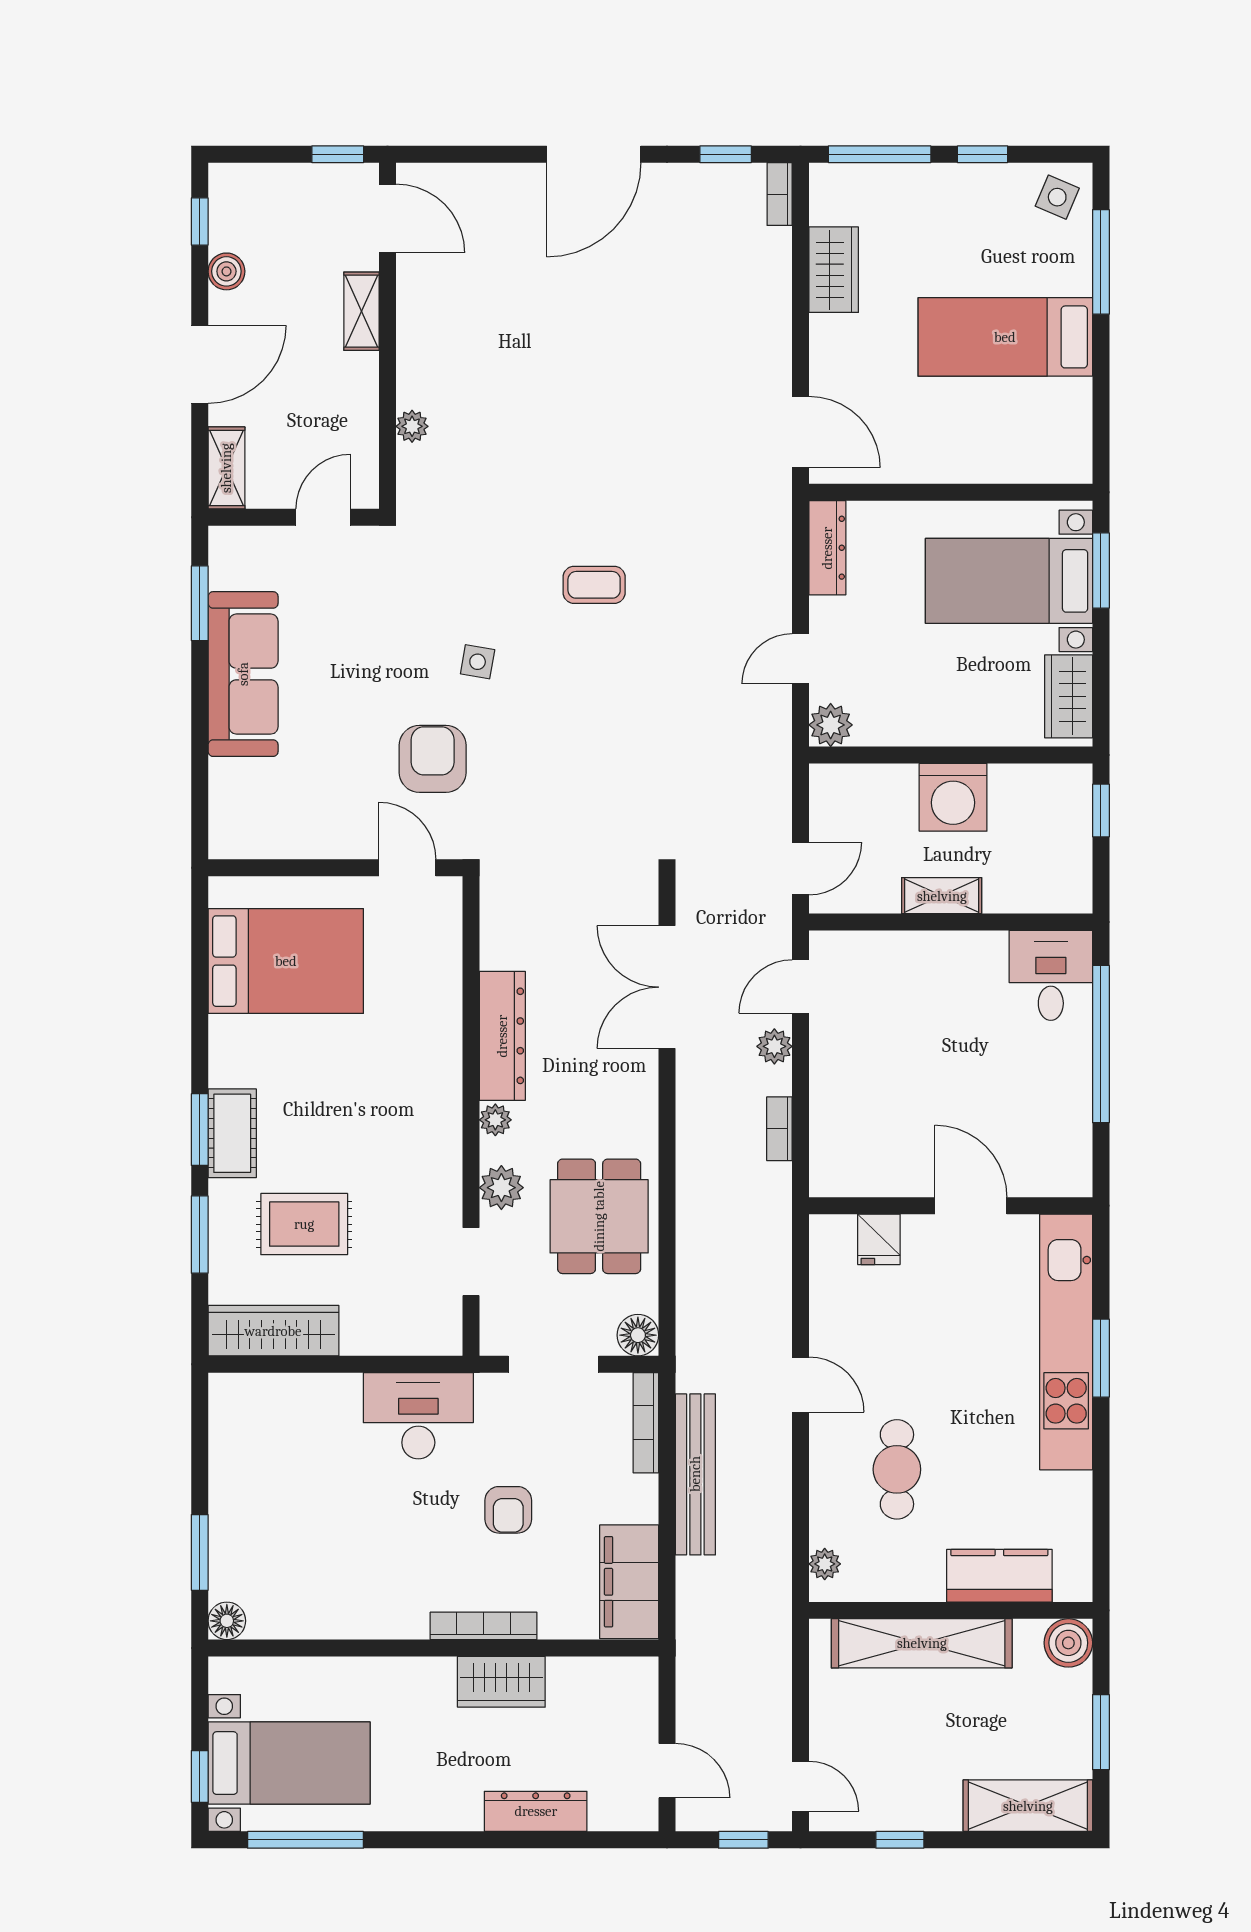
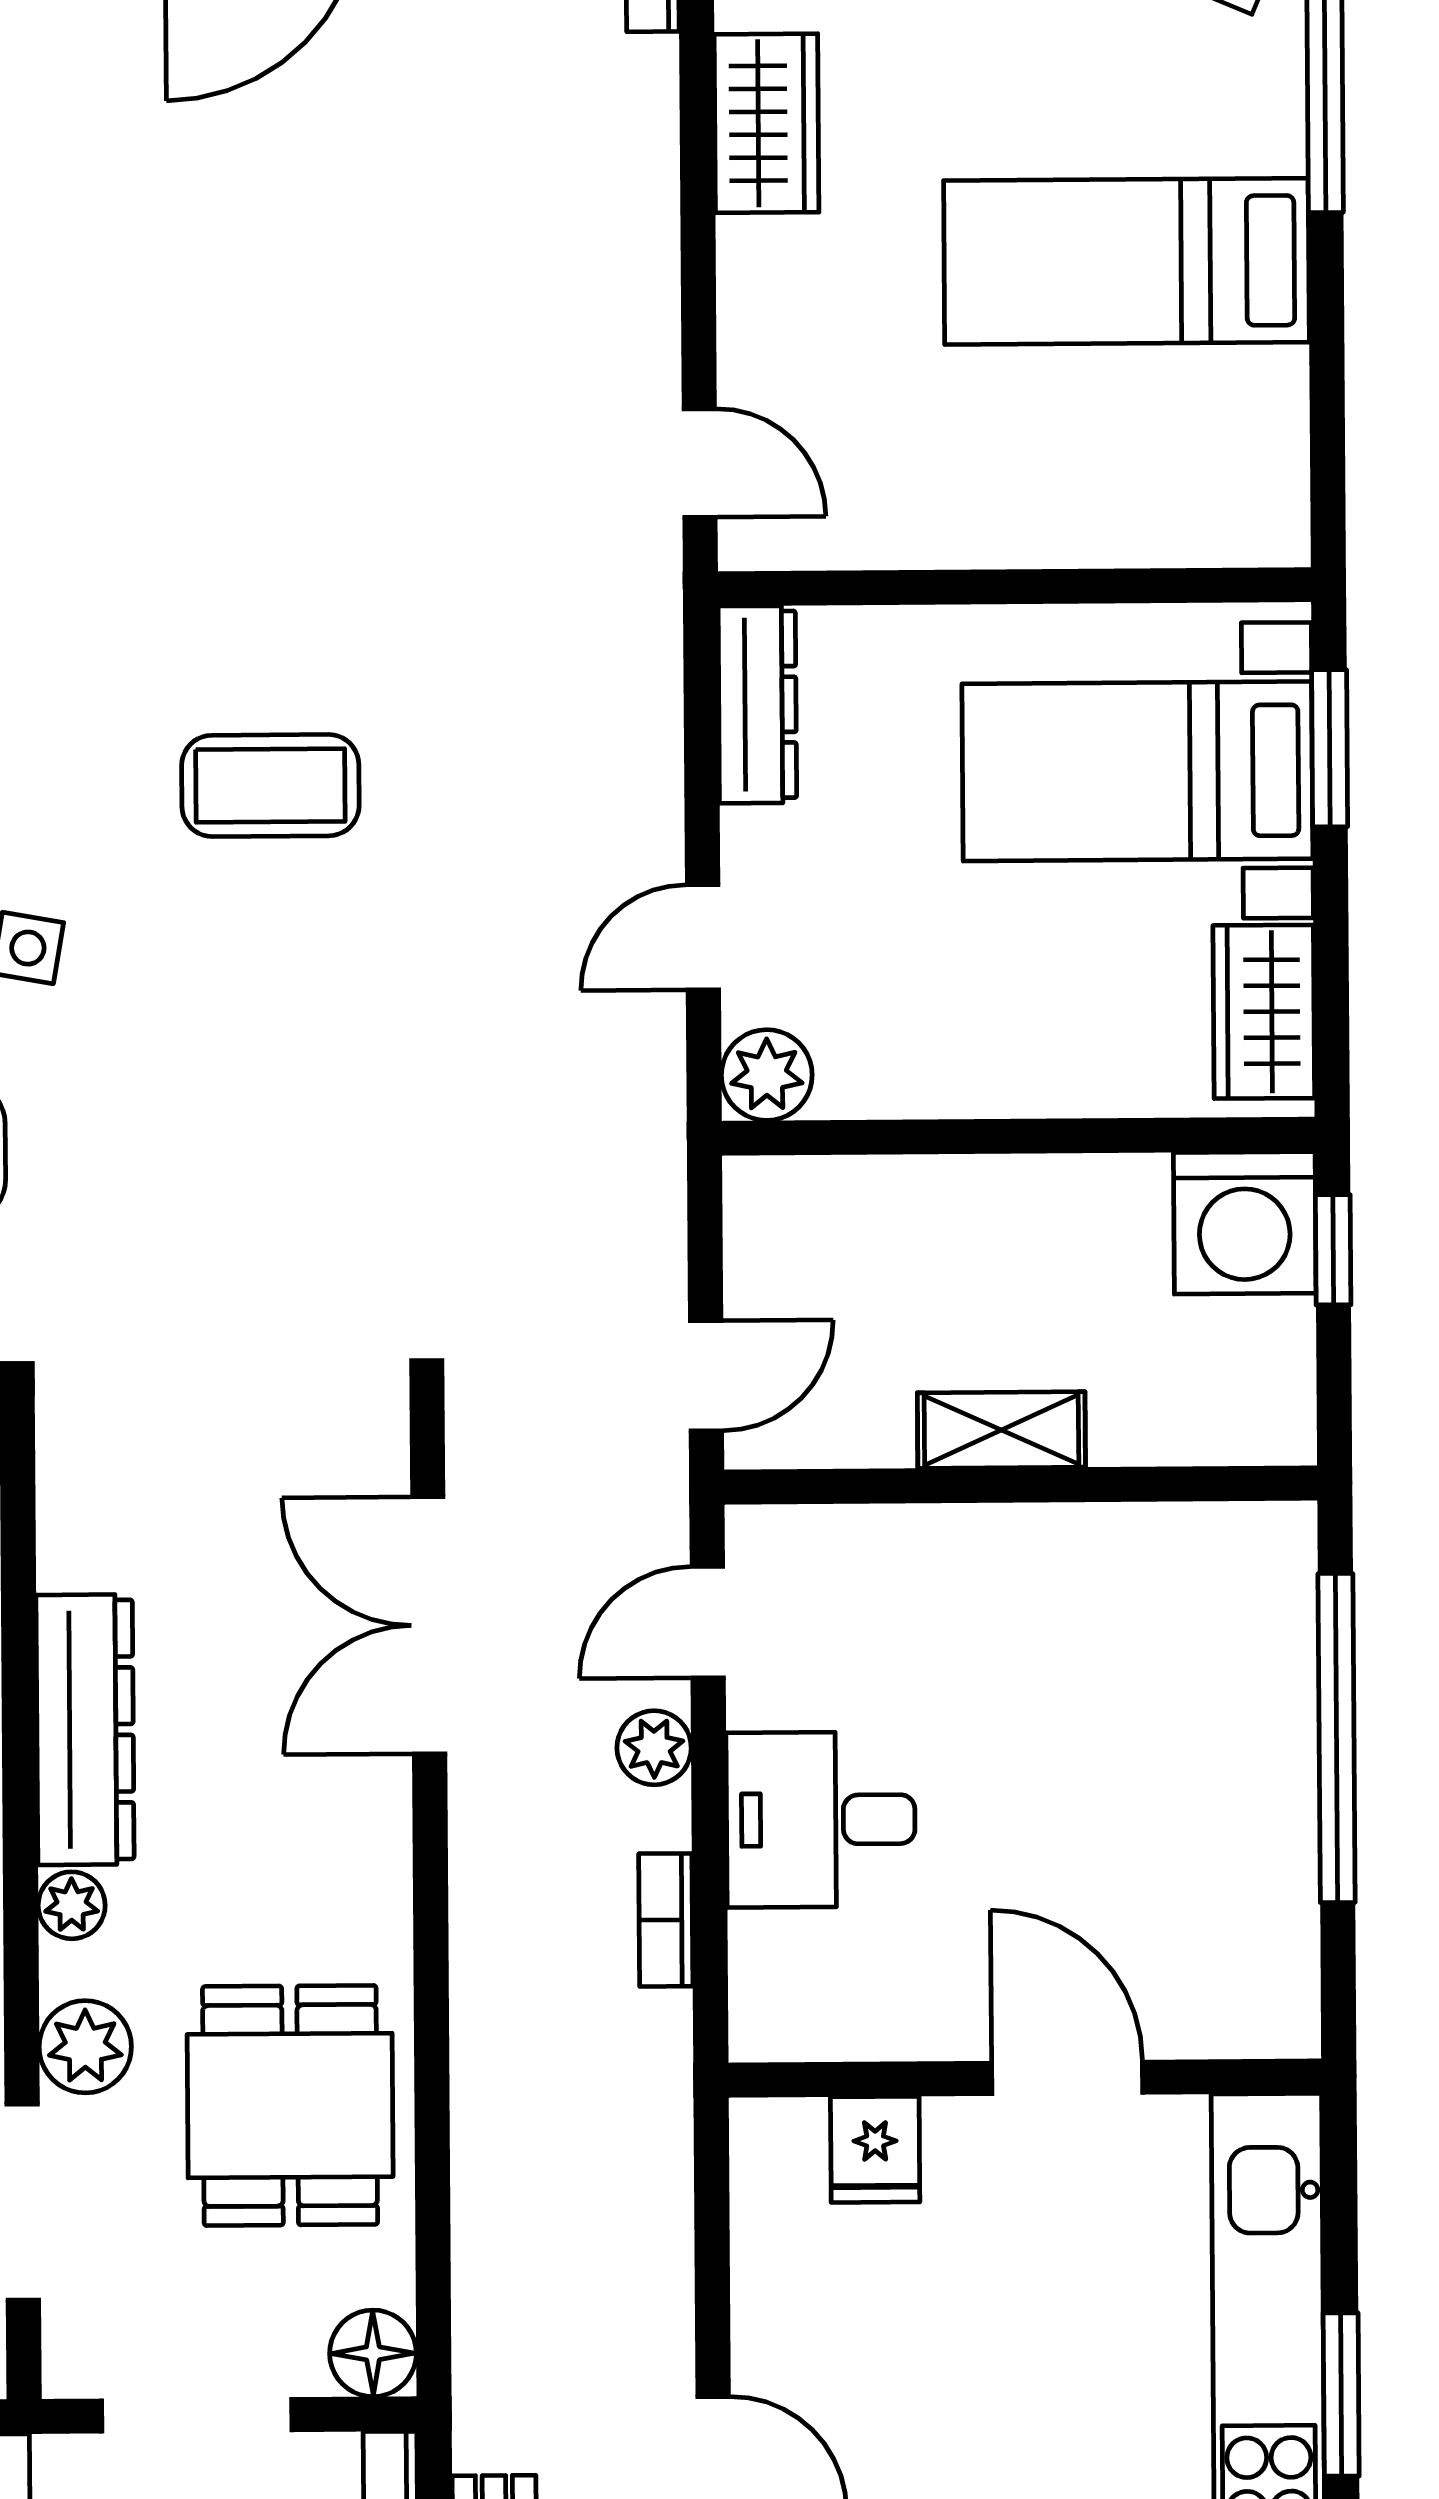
door: (801, 432) -> (700, 463), width x0.73
coffee table: (594, 585) -> (270, 786), width x1.36, depth x1.30
washing machine: (953, 797) -> (1245, 1223), moved
desk: (1051, 975) -> (821, 1820), moved, turned -90
doorway: (471, 1262) -> (23, 2202), width x1.38

